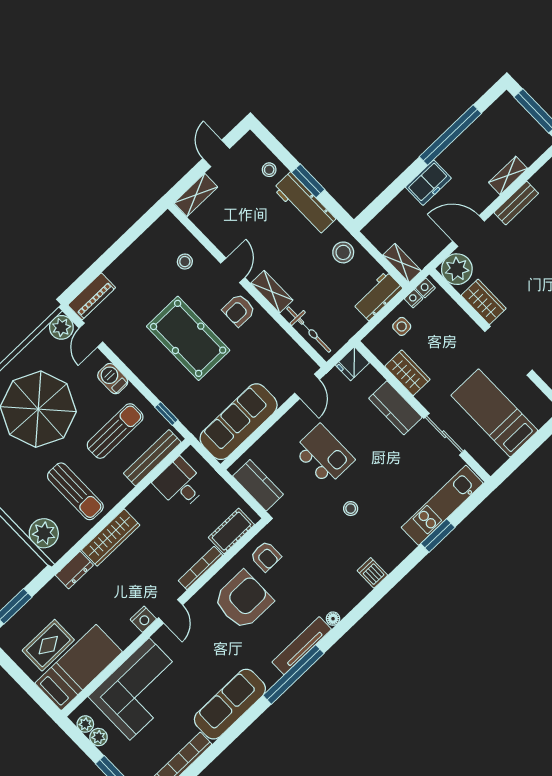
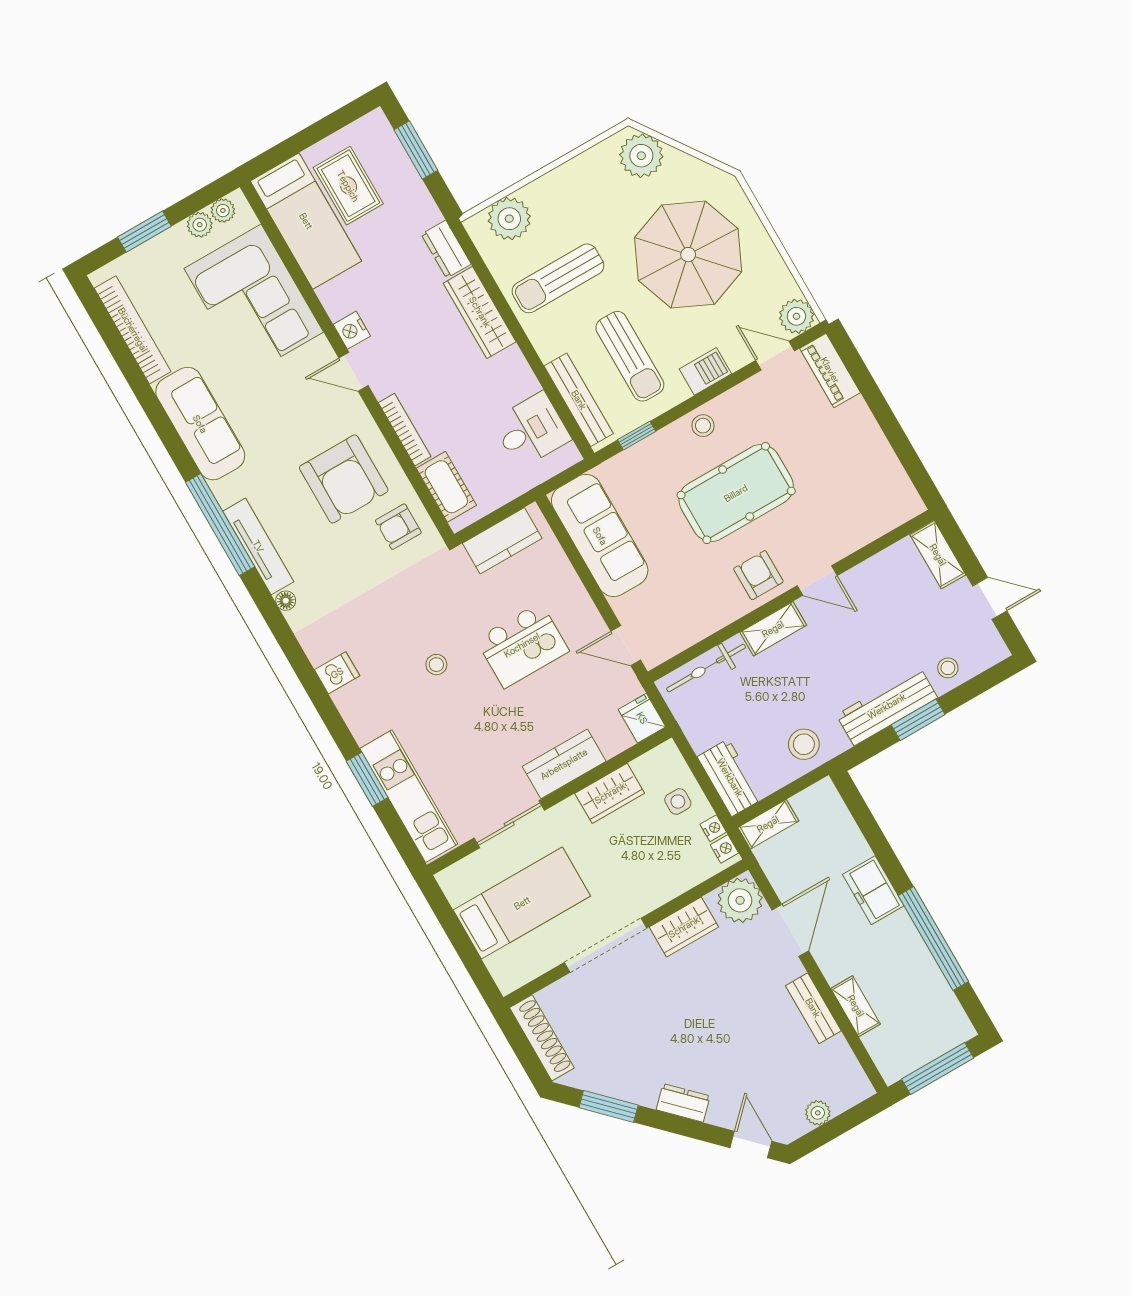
stool: (185, 262) -> (703, 426), moved

